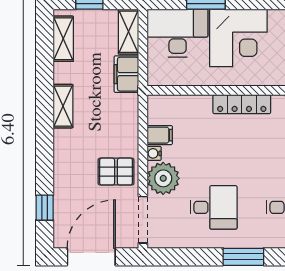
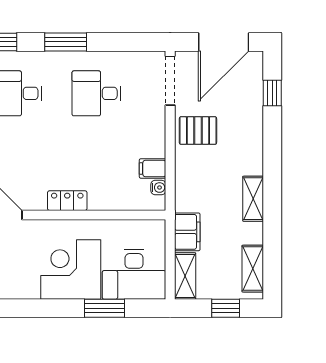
locker: (242, 104) -> (67, 201), width x0.66
water cooler: (154, 153) -> (158, 188), moved
plant: (163, 178) -> (149, 124), removed

